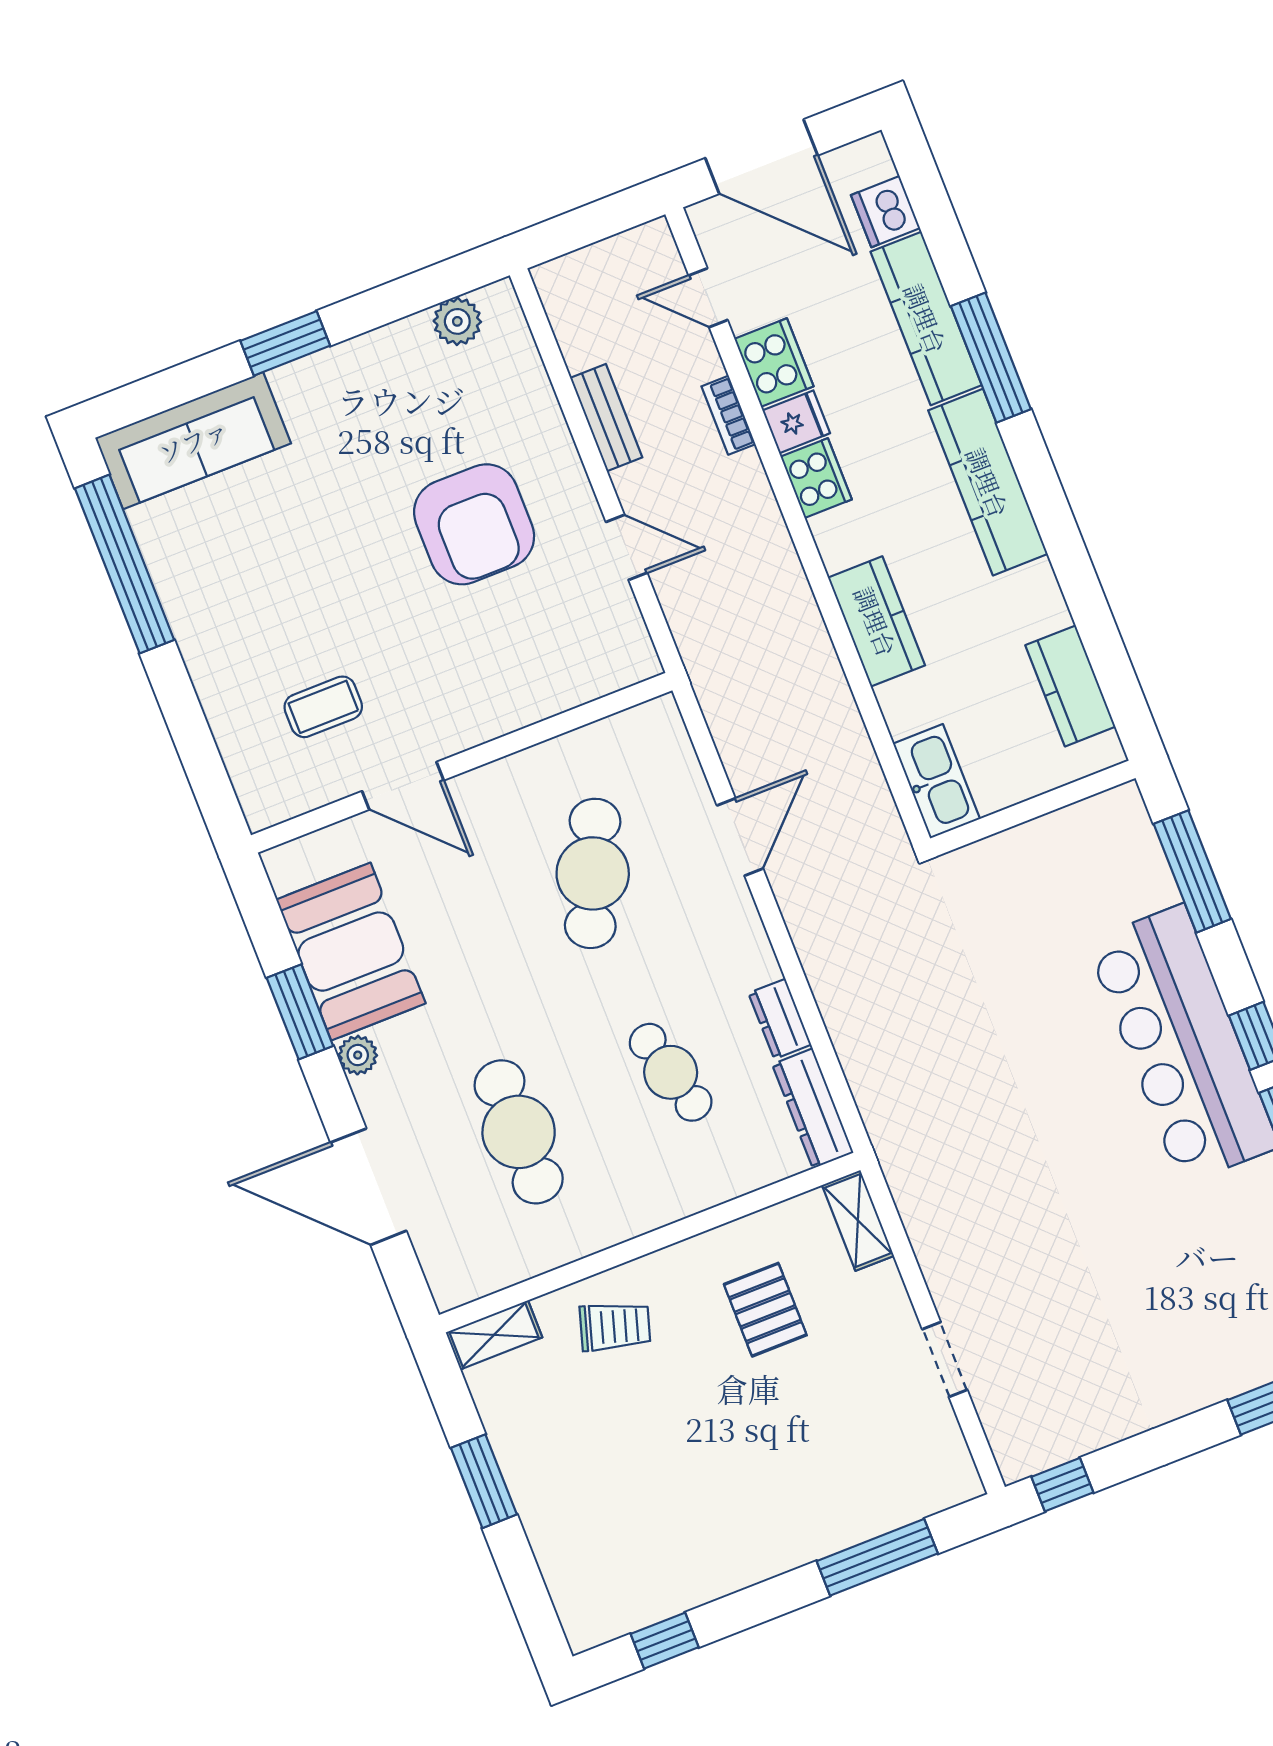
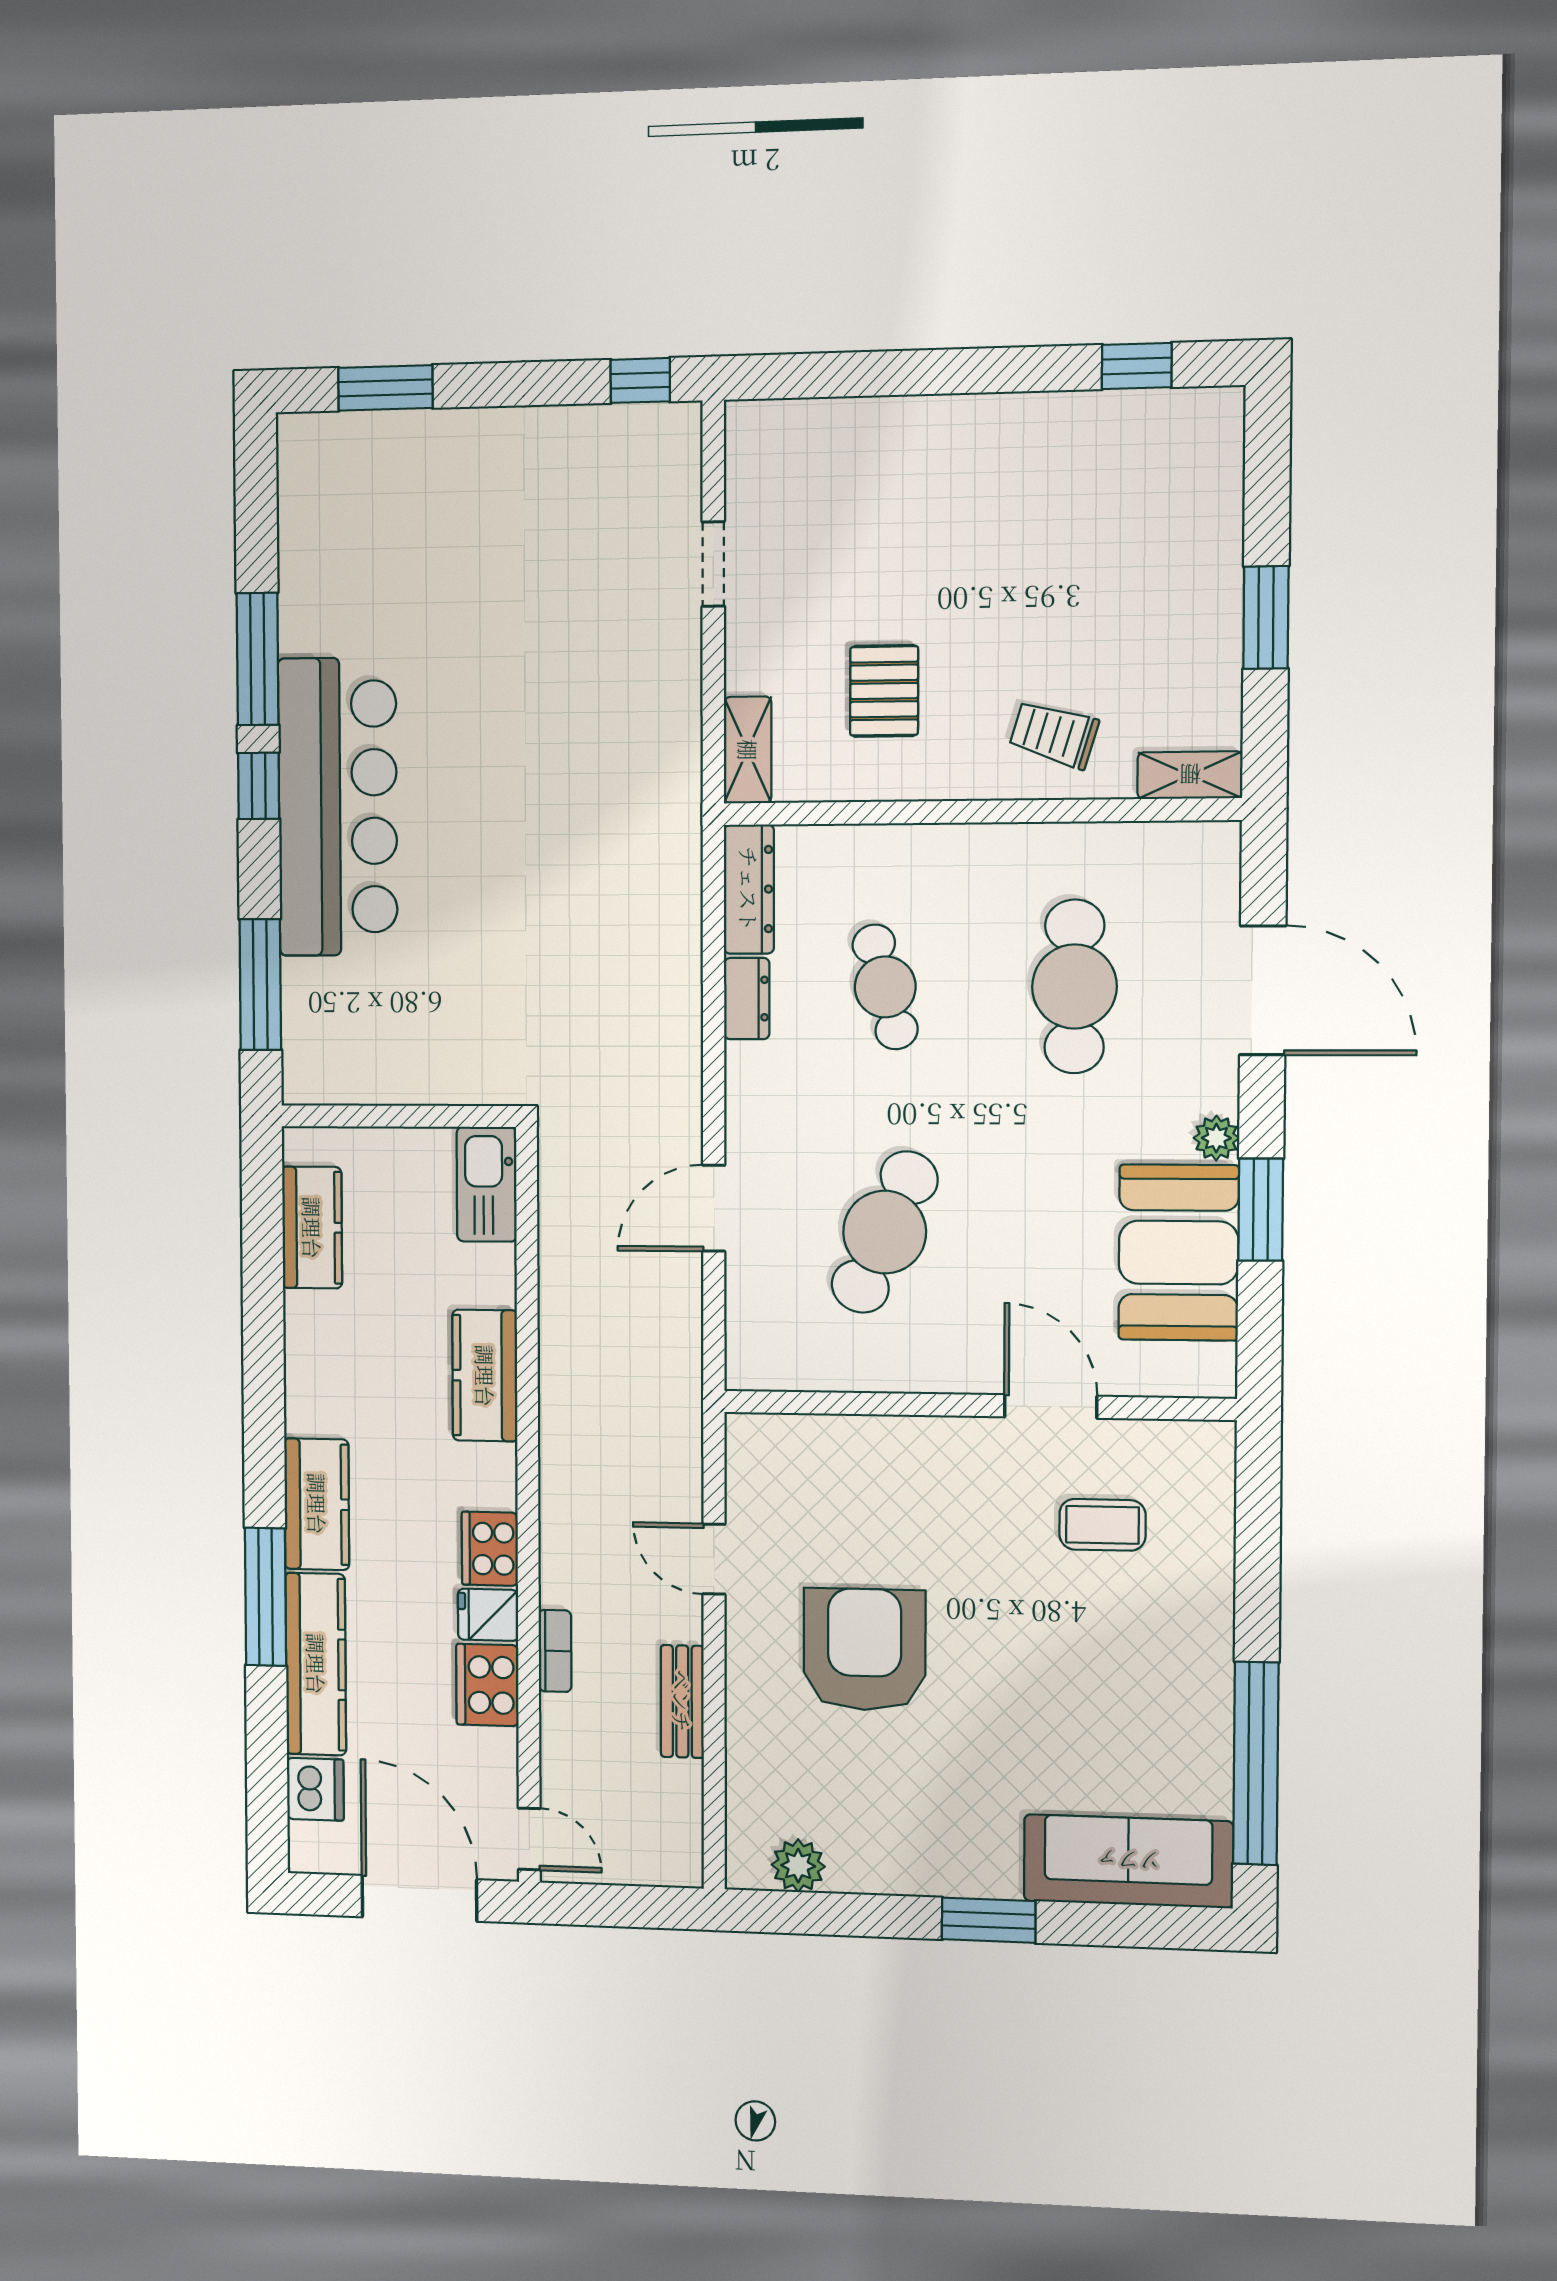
door: (708, 298) -> (529, 1839), moved
kitchen counter: (988, 482) -> (317, 1504), width x0.67
window: (877, 1557) -> (869, 374), removed

